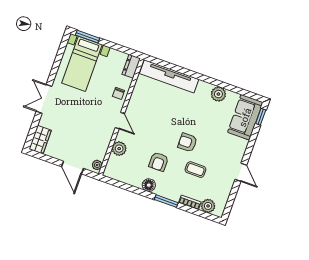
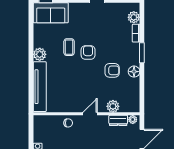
dresser: (131, 66) -> (118, 120), moved
plant: (218, 94) -> (40, 54), moved
armchair: (188, 142) -> (88, 52), turned 180
coffee table: (195, 170) -> (69, 47), moved

